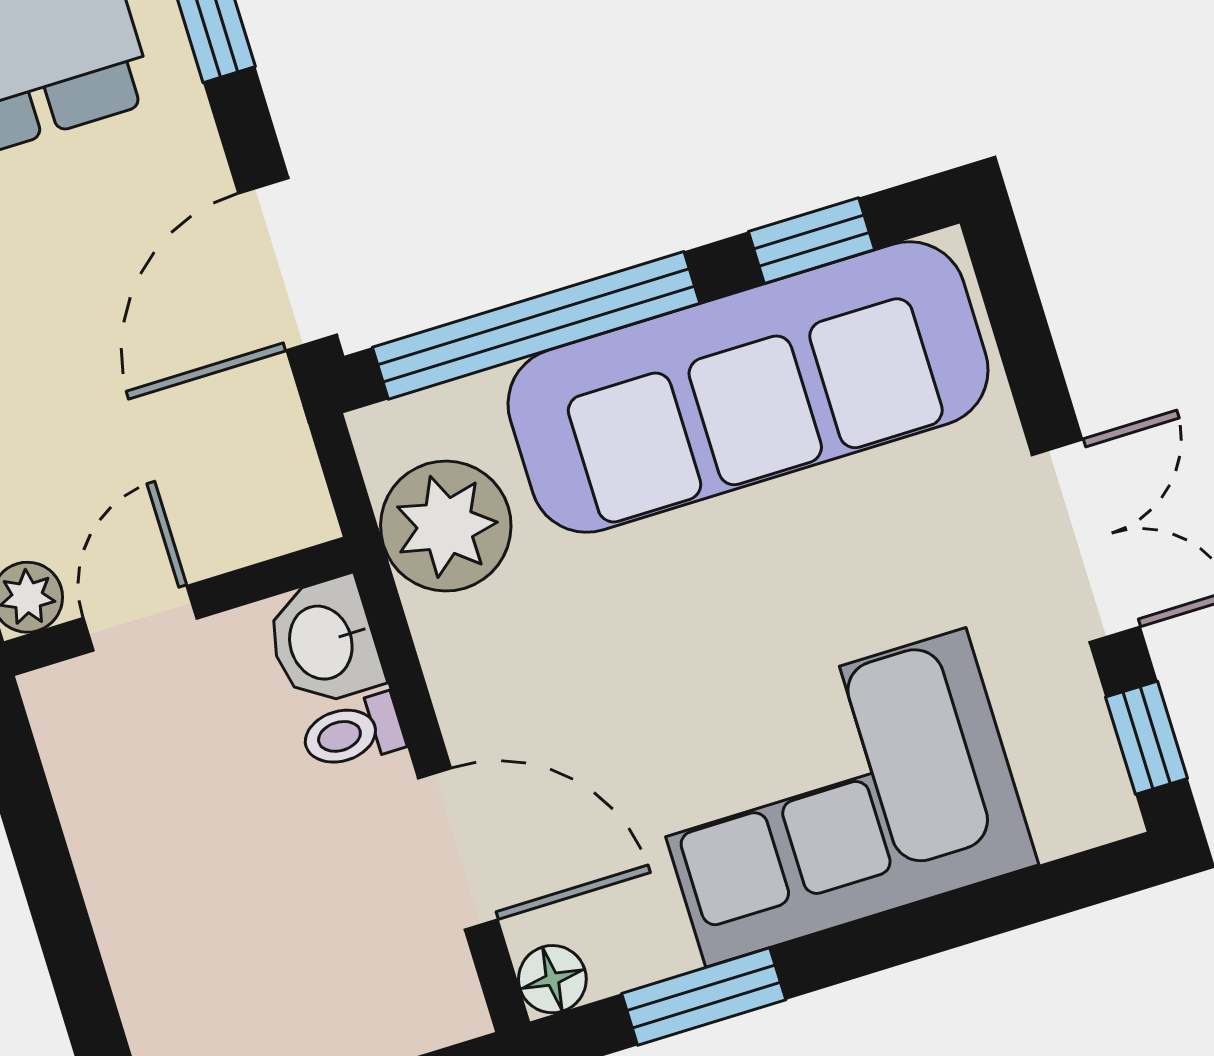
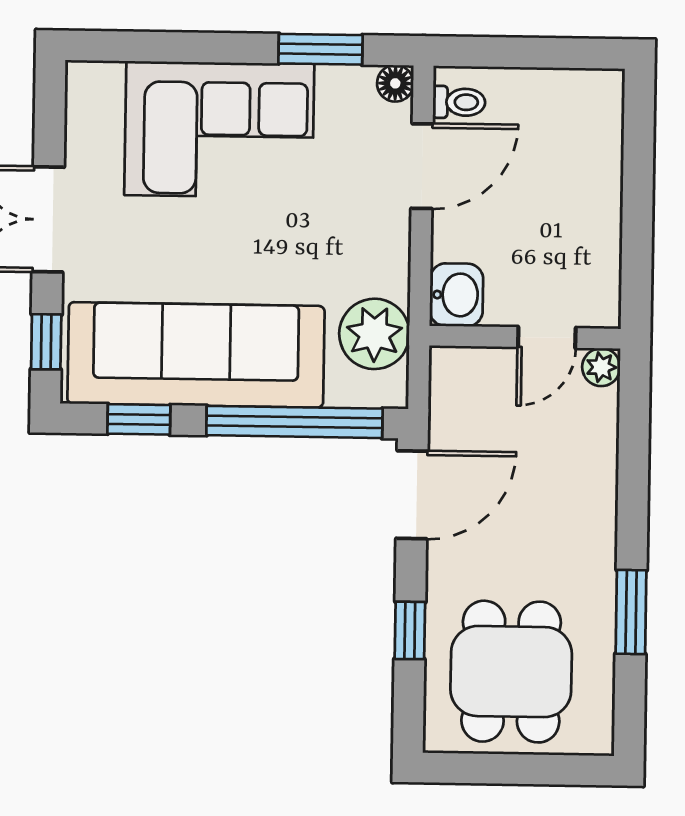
toilet: (352, 732) -> (459, 102), moved
window: (1147, 738) -> (46, 342), moved
door: (458, 849) -> (422, 166), swing flipped

